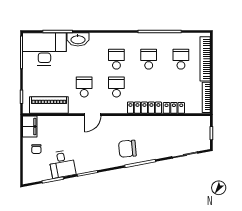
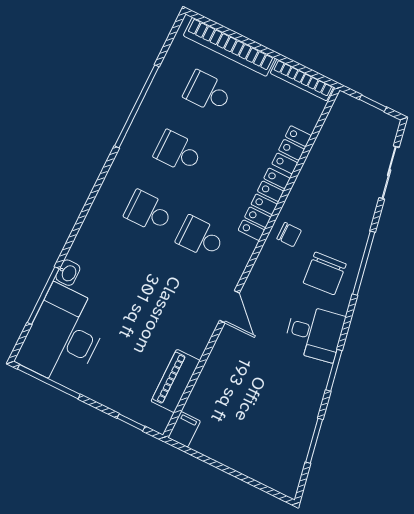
washbasin: (78, 39) -> (68, 273), width x0.52, depth x0.69
school desk: (84, 87) -> (171, 297), removed
piano: (49, 105) -> (176, 381), width x0.73, depth x0.75
filing cabinet: (30, 127) -> (184, 429), width x0.50
chair: (36, 149) -> (289, 235), moved
desk: (62, 164) -> (314, 333), moved

